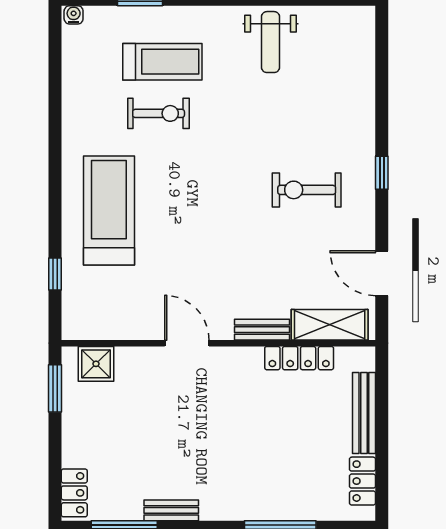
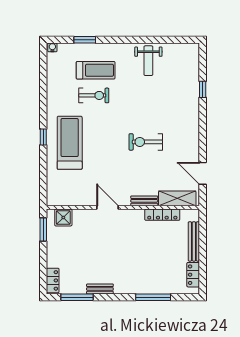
window: (382, 173) -> (203, 89), moved
exercise bike: (307, 190) -> (146, 142), moved
window: (55, 274) -> (43, 137), moved

